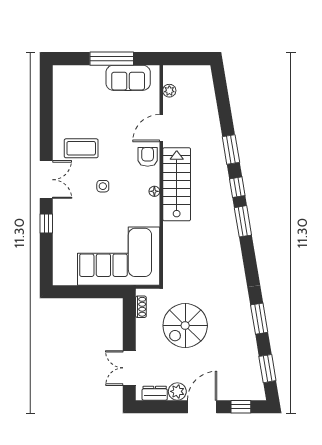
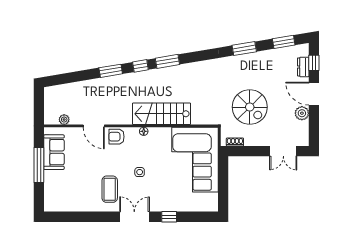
stairs: (177, 184) -> (162, 114), moved
dresser: (155, 393) -> (303, 67), moved

